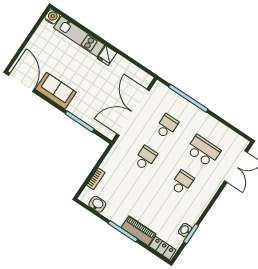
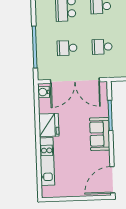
water cooler: (52, 17) -> (44, 92), moved
fridge: (107, 55) -> (49, 125), width x1.88, depth x1.34
sofa: (56, 91) -> (100, 134), moved

